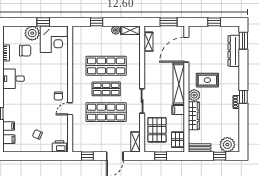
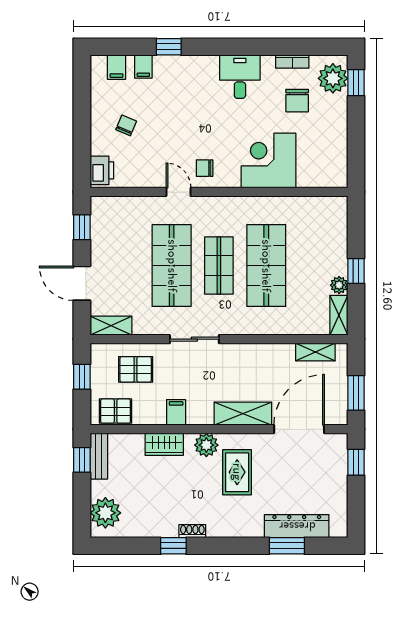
window: (43, 22) -> (356, 83), moved
window: (97, 22) -> (356, 271), moved
window: (214, 22) -> (356, 462), moved
plant: (32, 33) -> (333, 78), moved
corner desk: (54, 39) -> (268, 160), moved, turned 90
window: (243, 41) -> (287, 546), moved
door: (186, 50) -> (299, 429), hinge flipped
shelving: (179, 84) -> (243, 414), width x0.68
window: (243, 97) -> (173, 546), moved
wardrobe: (194, 116) -> (164, 444), width x0.67
pallet: (157, 130) -> (136, 369), width x0.67, depth x0.71
window: (220, 156) -> (82, 460), moved

